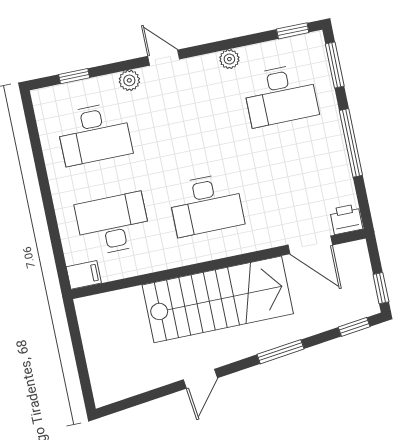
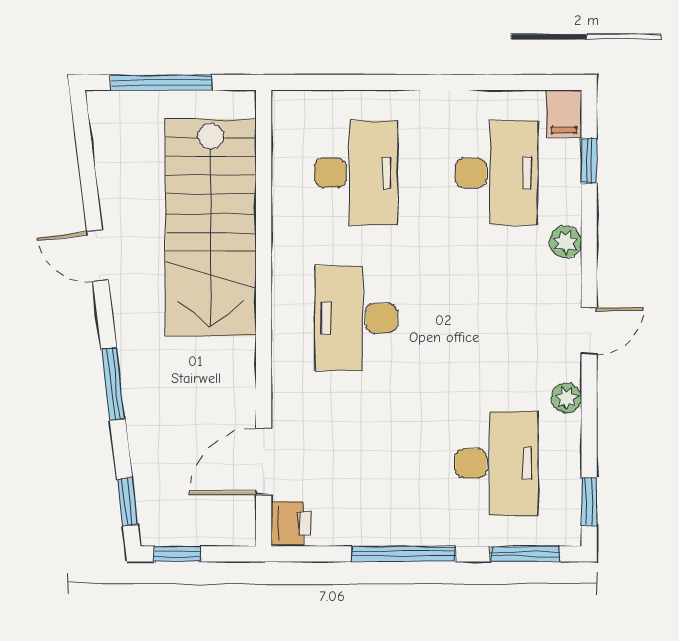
door: (164, 58) -> (589, 331), moved
desk: (281, 95) -> (497, 463), turned 180
desk: (94, 134) -> (497, 173), turned 180
filing cabinet: (84, 275) -> (564, 114), moved
stairs: (218, 299) -> (211, 227), moved
window: (81, 361) -> (161, 82), added

